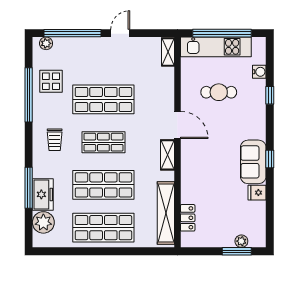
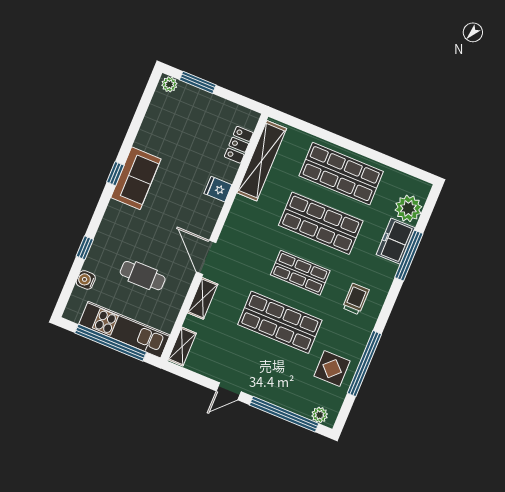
shelving: (168, 155) -> (203, 298), moved
fridge: (257, 193) -> (218, 189), moved, turned 180
plant: (241, 241) -> (169, 84), moved

